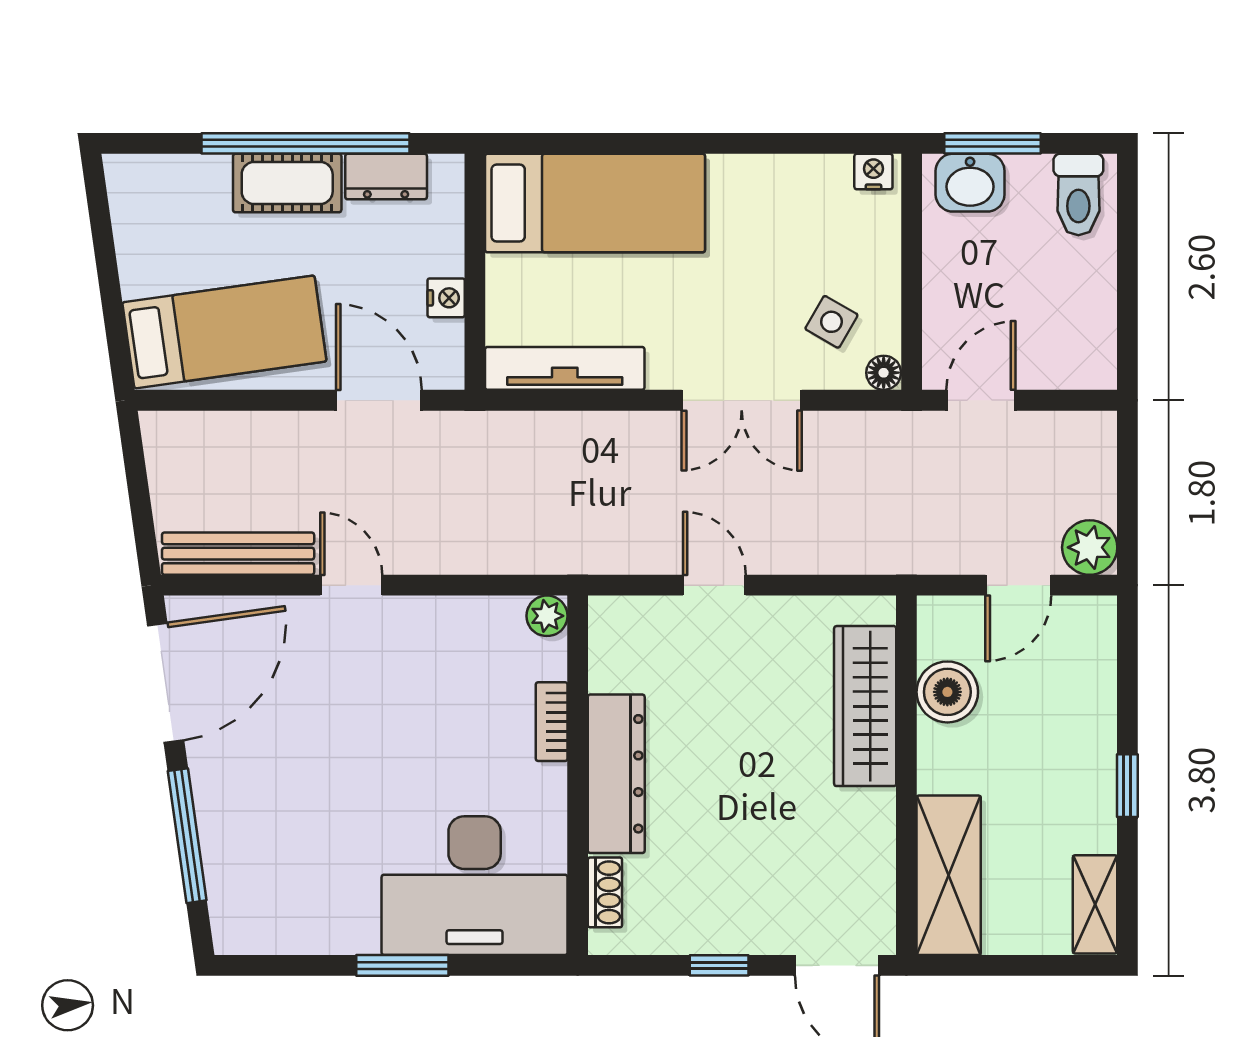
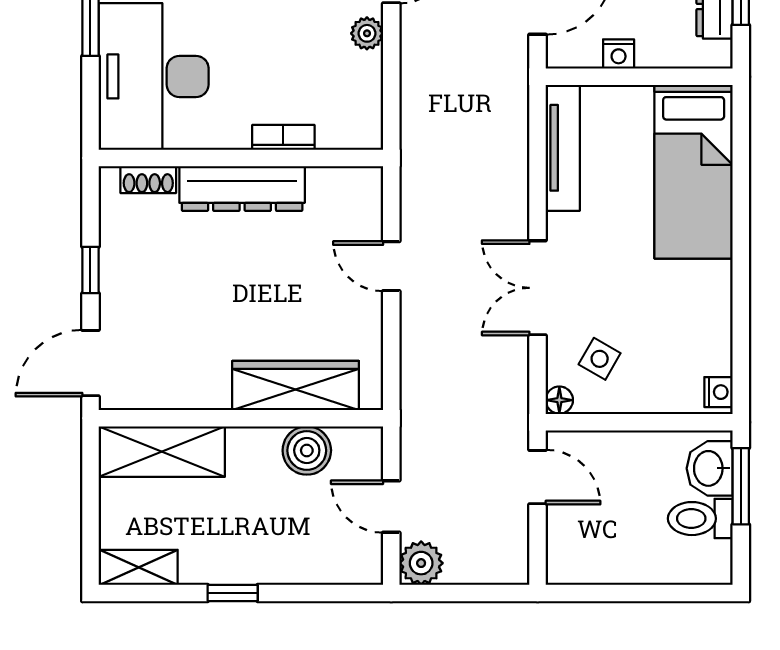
toilet: (1078, 194) -> (700, 519), moved
door: (714, 585) -> (391, 266), swing flipped
plant: (547, 616) -> (367, 33), moved

